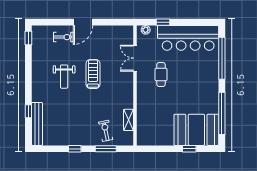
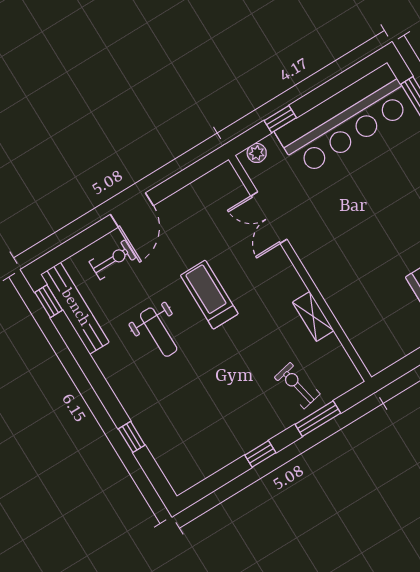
cafe table: (161, 74) -> (336, 218), removed
shelving: (128, 120) -> (313, 316), moved
bench: (37, 124) -> (75, 308), moved

